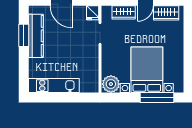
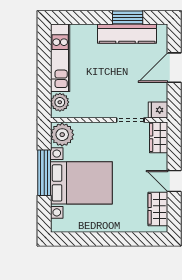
wardrobe: (124, 12) -> (159, 137), moved
plant: (87, 86) -> (60, 102), added
window: (157, 97) -> (44, 173), moved

